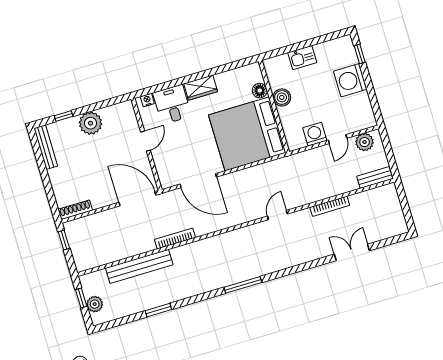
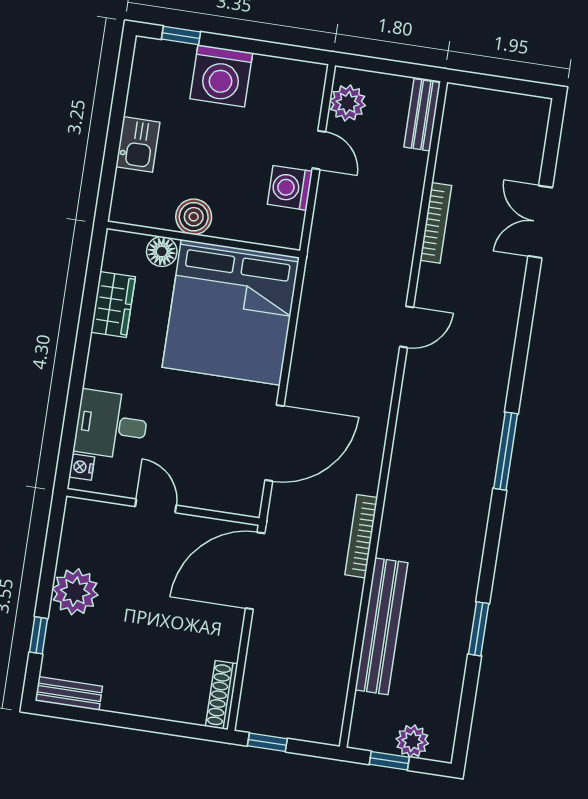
wardrobe: (201, 88) -> (113, 305), moved
bench: (46, 147) -> (69, 693), width x0.73
door: (277, 215) -> (407, 327), swing flipped

